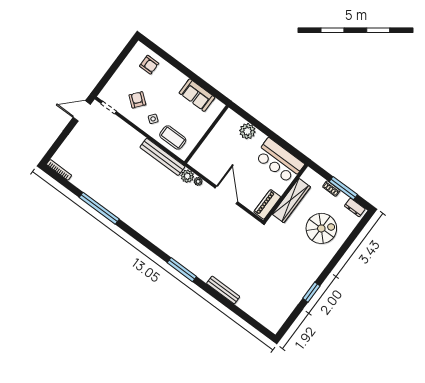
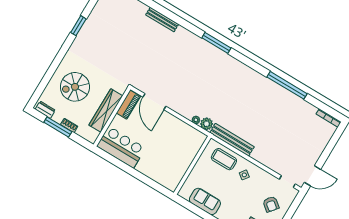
armchair: (137, 100) -> (271, 204), moved
plant: (247, 131) -> (154, 172), removed
door: (226, 195) -> (154, 102), moved
window: (182, 270) -> (216, 43), moved

